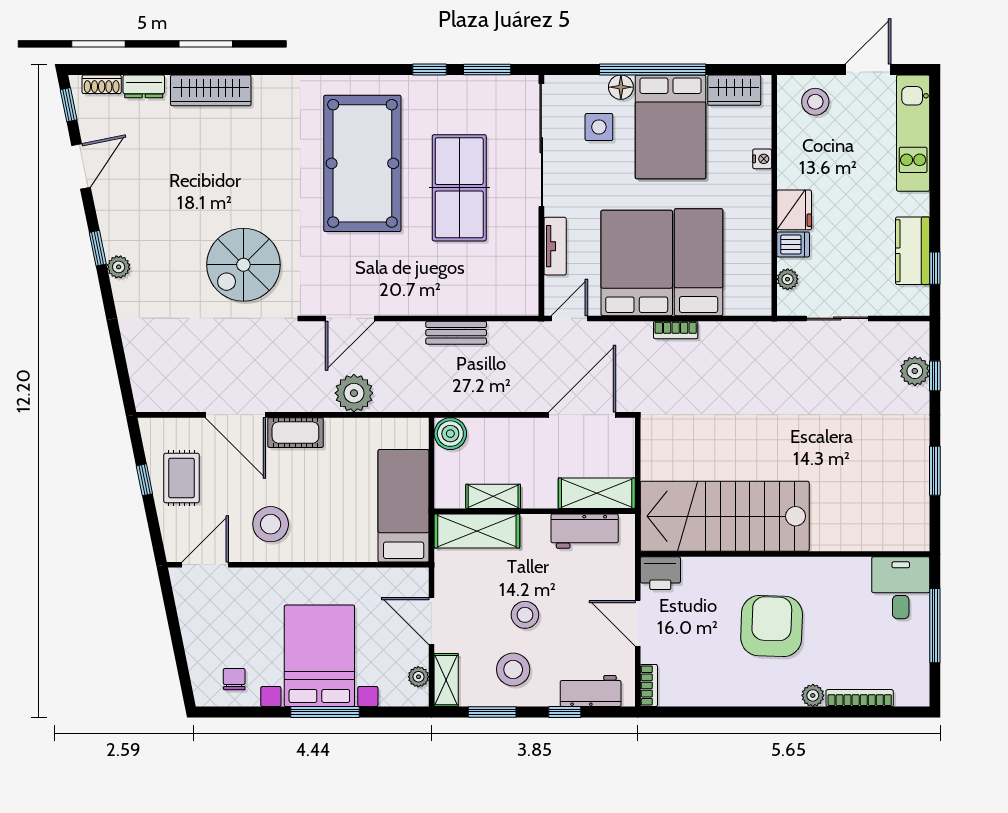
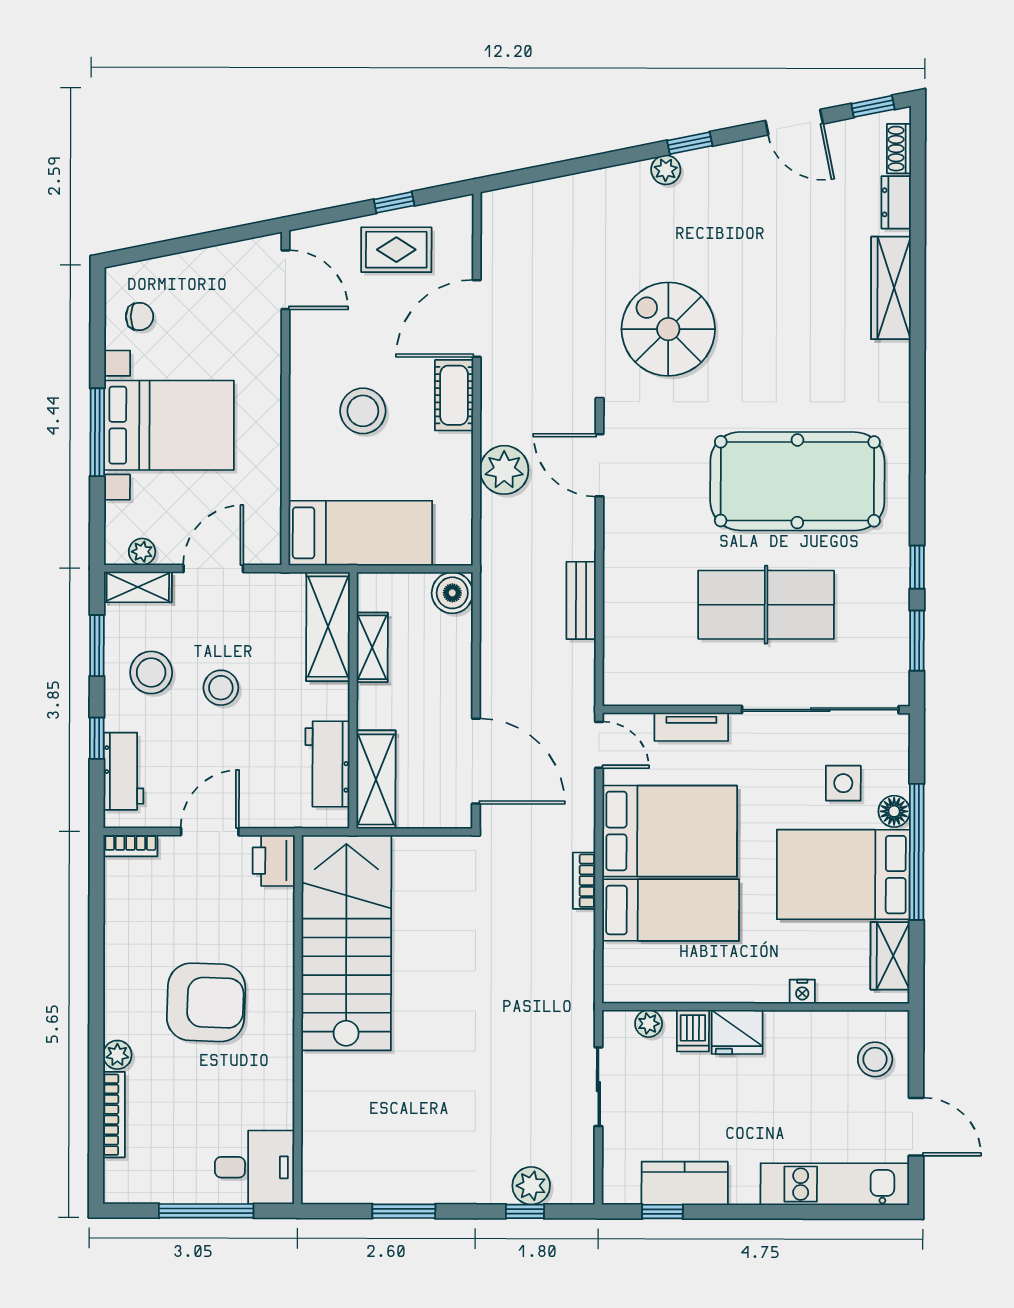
stool: (271, 524) -> (363, 411), moved

